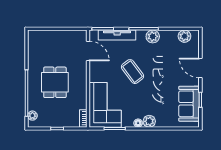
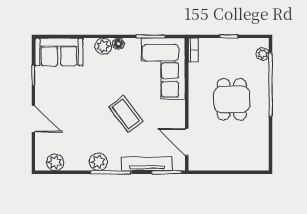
sofa: (189, 104) -> (59, 52), moved, turned 90

